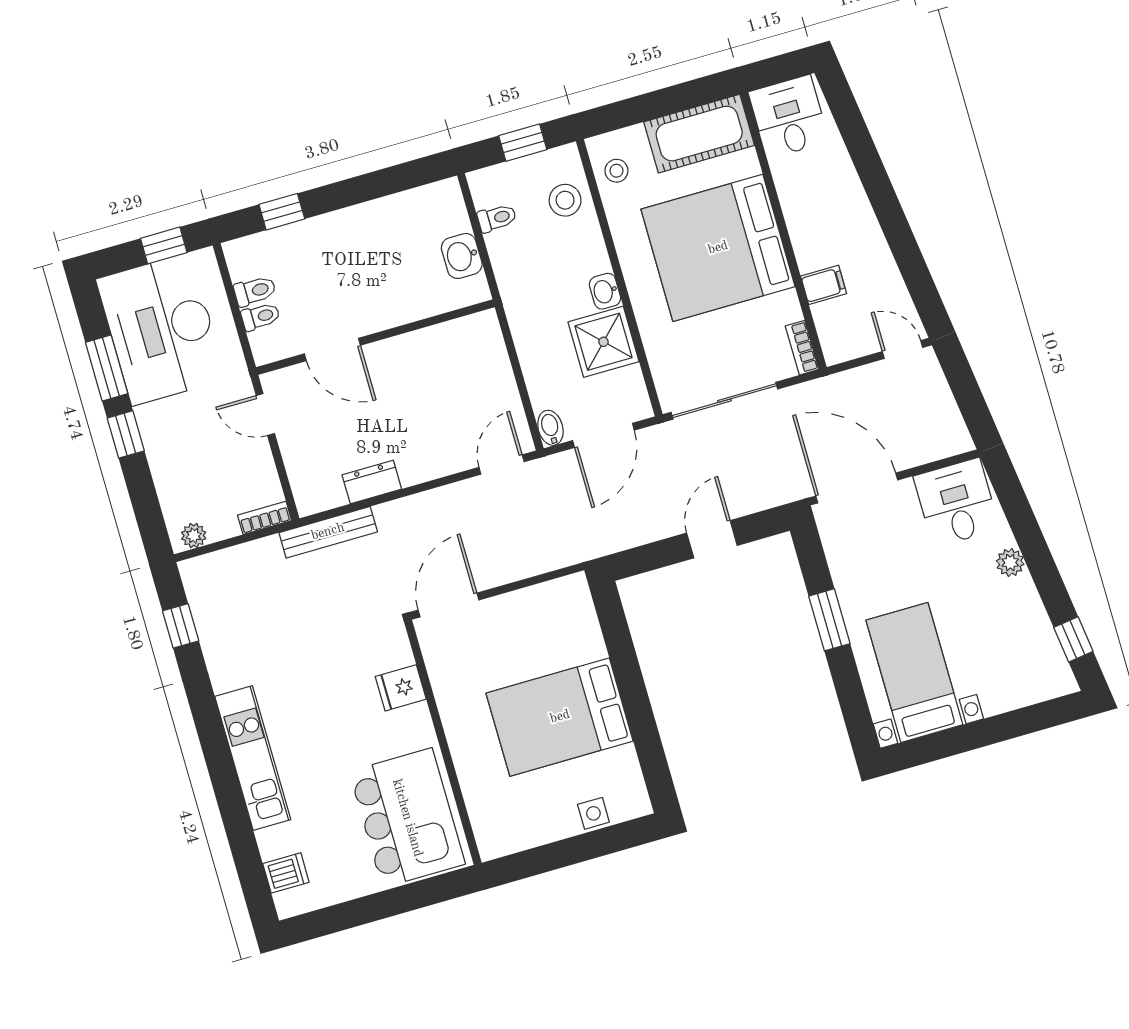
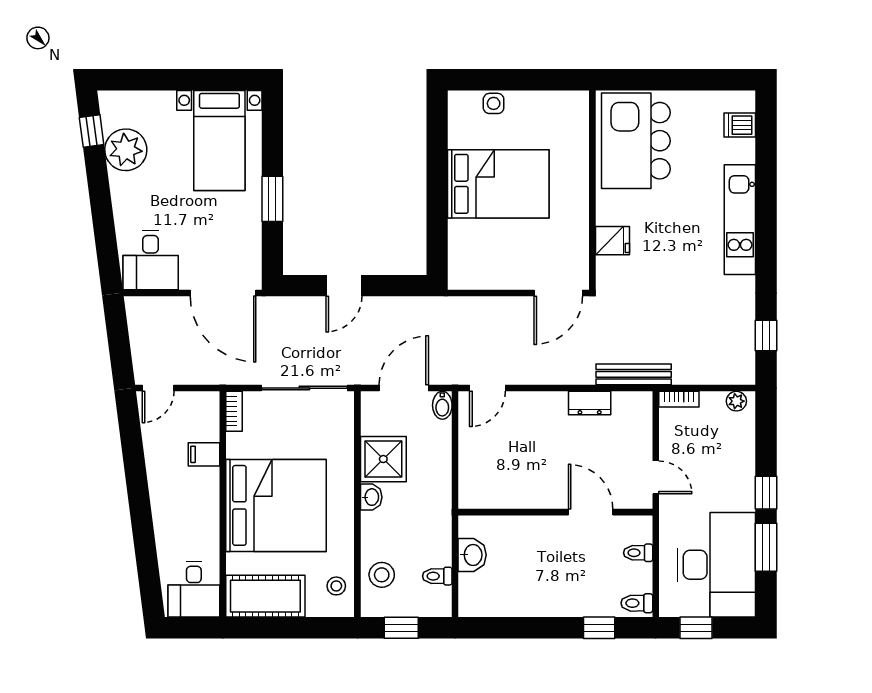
toilet: (255, 291) -> (637, 603), moved
door: (903, 350) -> (158, 388), hinge flipped
plant: (1010, 563) -> (126, 150), moved, width x1.87, depth x1.87

